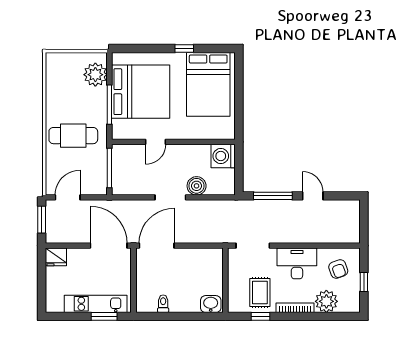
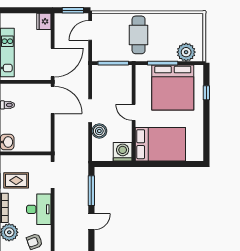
window: (184, 48) -> (206, 93), moved
bed: (208, 84) -> (160, 144), moved, turned 180
door: (156, 142) -> (134, 112), moved
door: (68, 197) -> (90, 31), swing flipped

